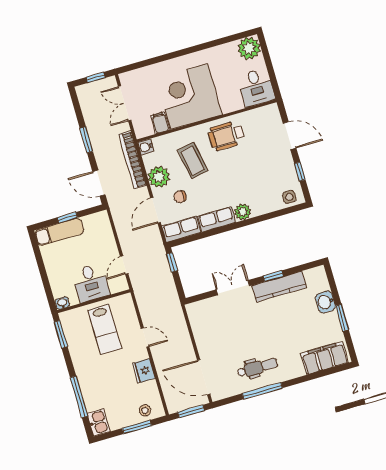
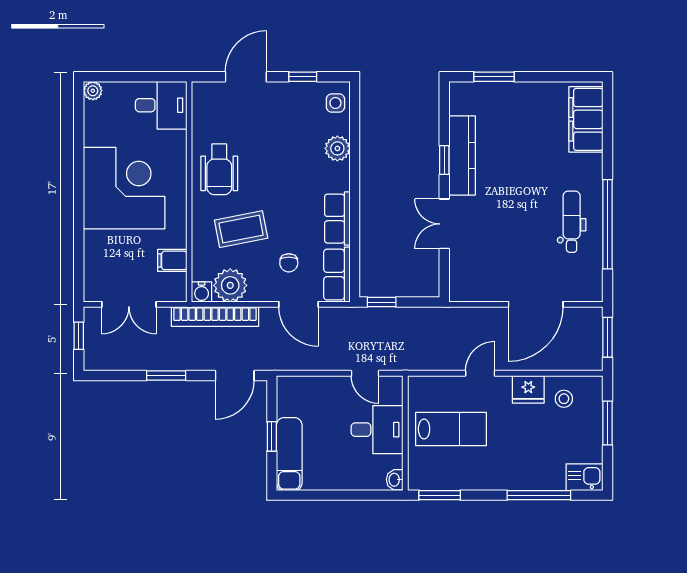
plant: (249, 48) -> (93, 91), width x0.53, depth x0.53
corner desk: (189, 96) -> (124, 188), moved, turned 180
plant: (159, 177) -> (230, 285), moved
plant: (243, 212) -> (337, 148), moved
washbasin: (325, 302) -> (504, 94), removed
window: (342, 318) -> (494, 77), moved
door: (204, 377) -> (536, 304), moved
window: (262, 391) -> (607, 224), width x1.46
stool: (145, 410) -> (564, 399), moved

